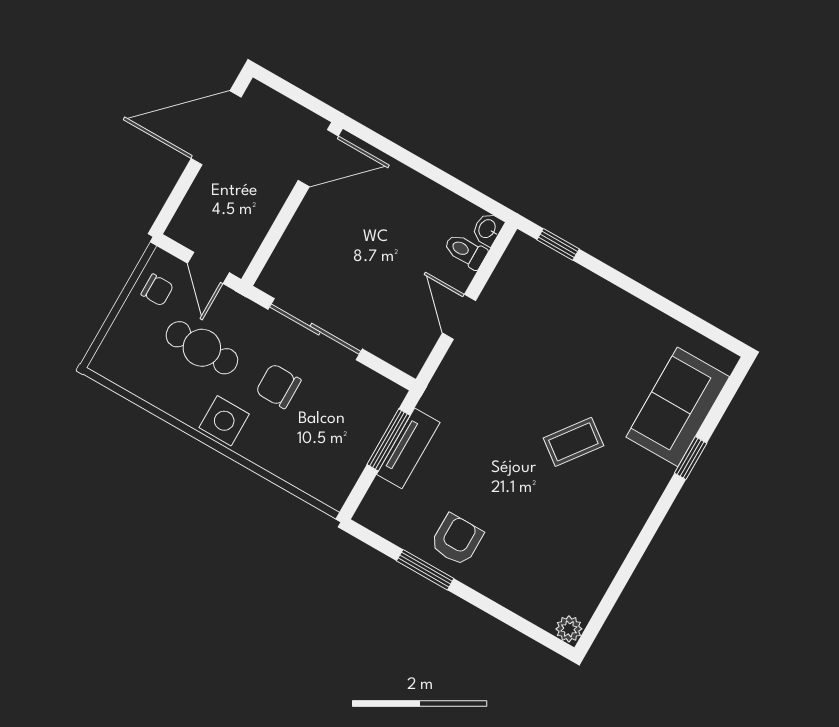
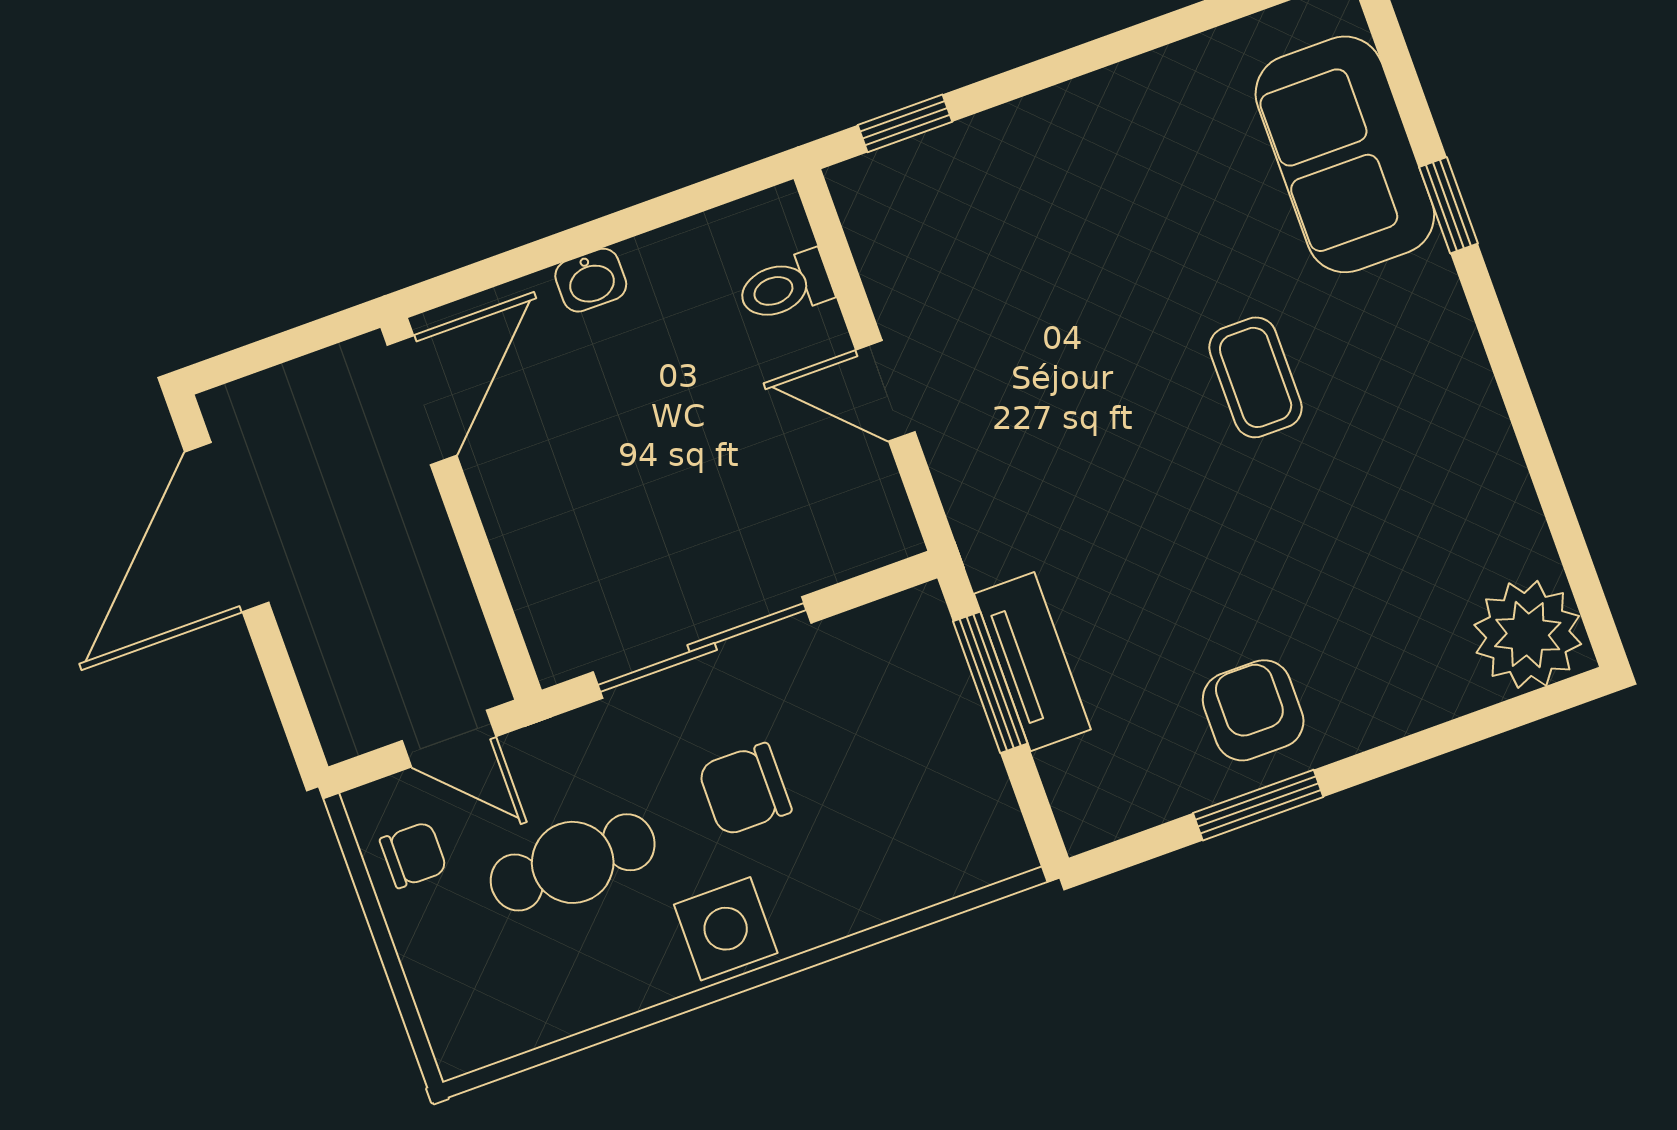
washbasin: (488, 229) -> (591, 280), moved, turned -90
coffee table: (573, 442) -> (1256, 377), turned -37
plant: (569, 629) -> (1528, 634), width x1.87, depth x1.87

